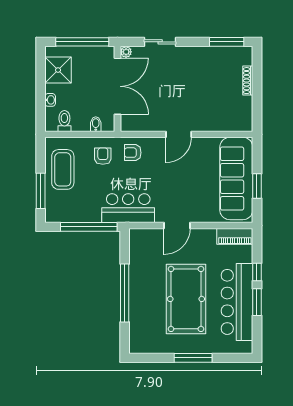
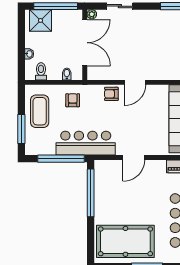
shower: (58, 70) -> (41, 20), moved
armchair: (133, 153) -> (111, 94), moved
bar counter: (128, 208) -> (86, 143), width x1.36
window: (125, 293) -> (91, 193), moved
pool table: (186, 299) -> (125, 241), moved, turned 90

